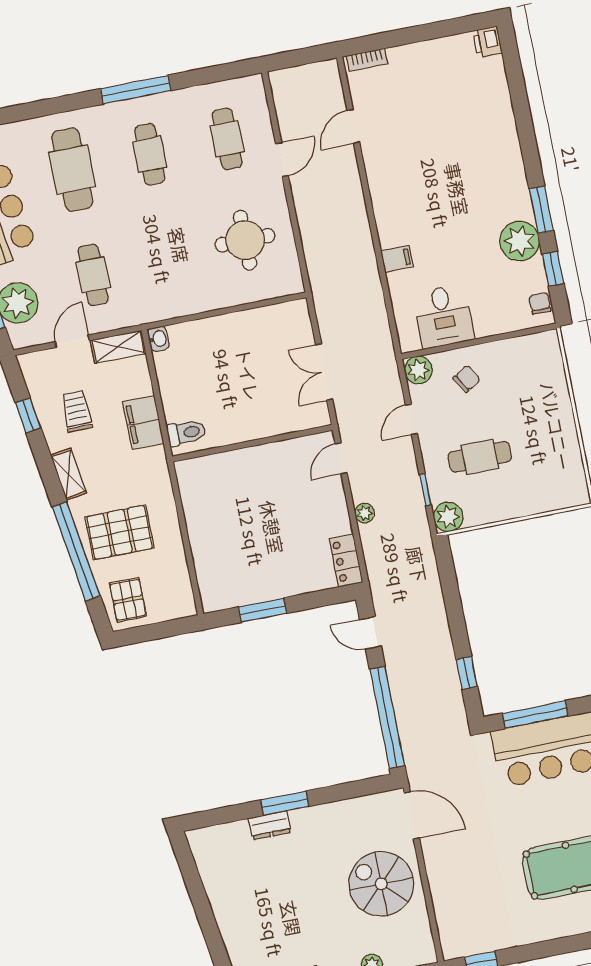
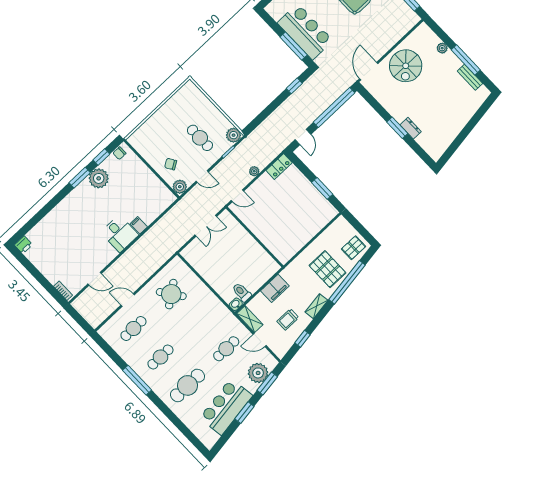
round table: (245, 240) -> (171, 294), turned -36
desk: (444, 316) -> (120, 234), moved, turned 90
toilet: (186, 433) -> (242, 292), moved

